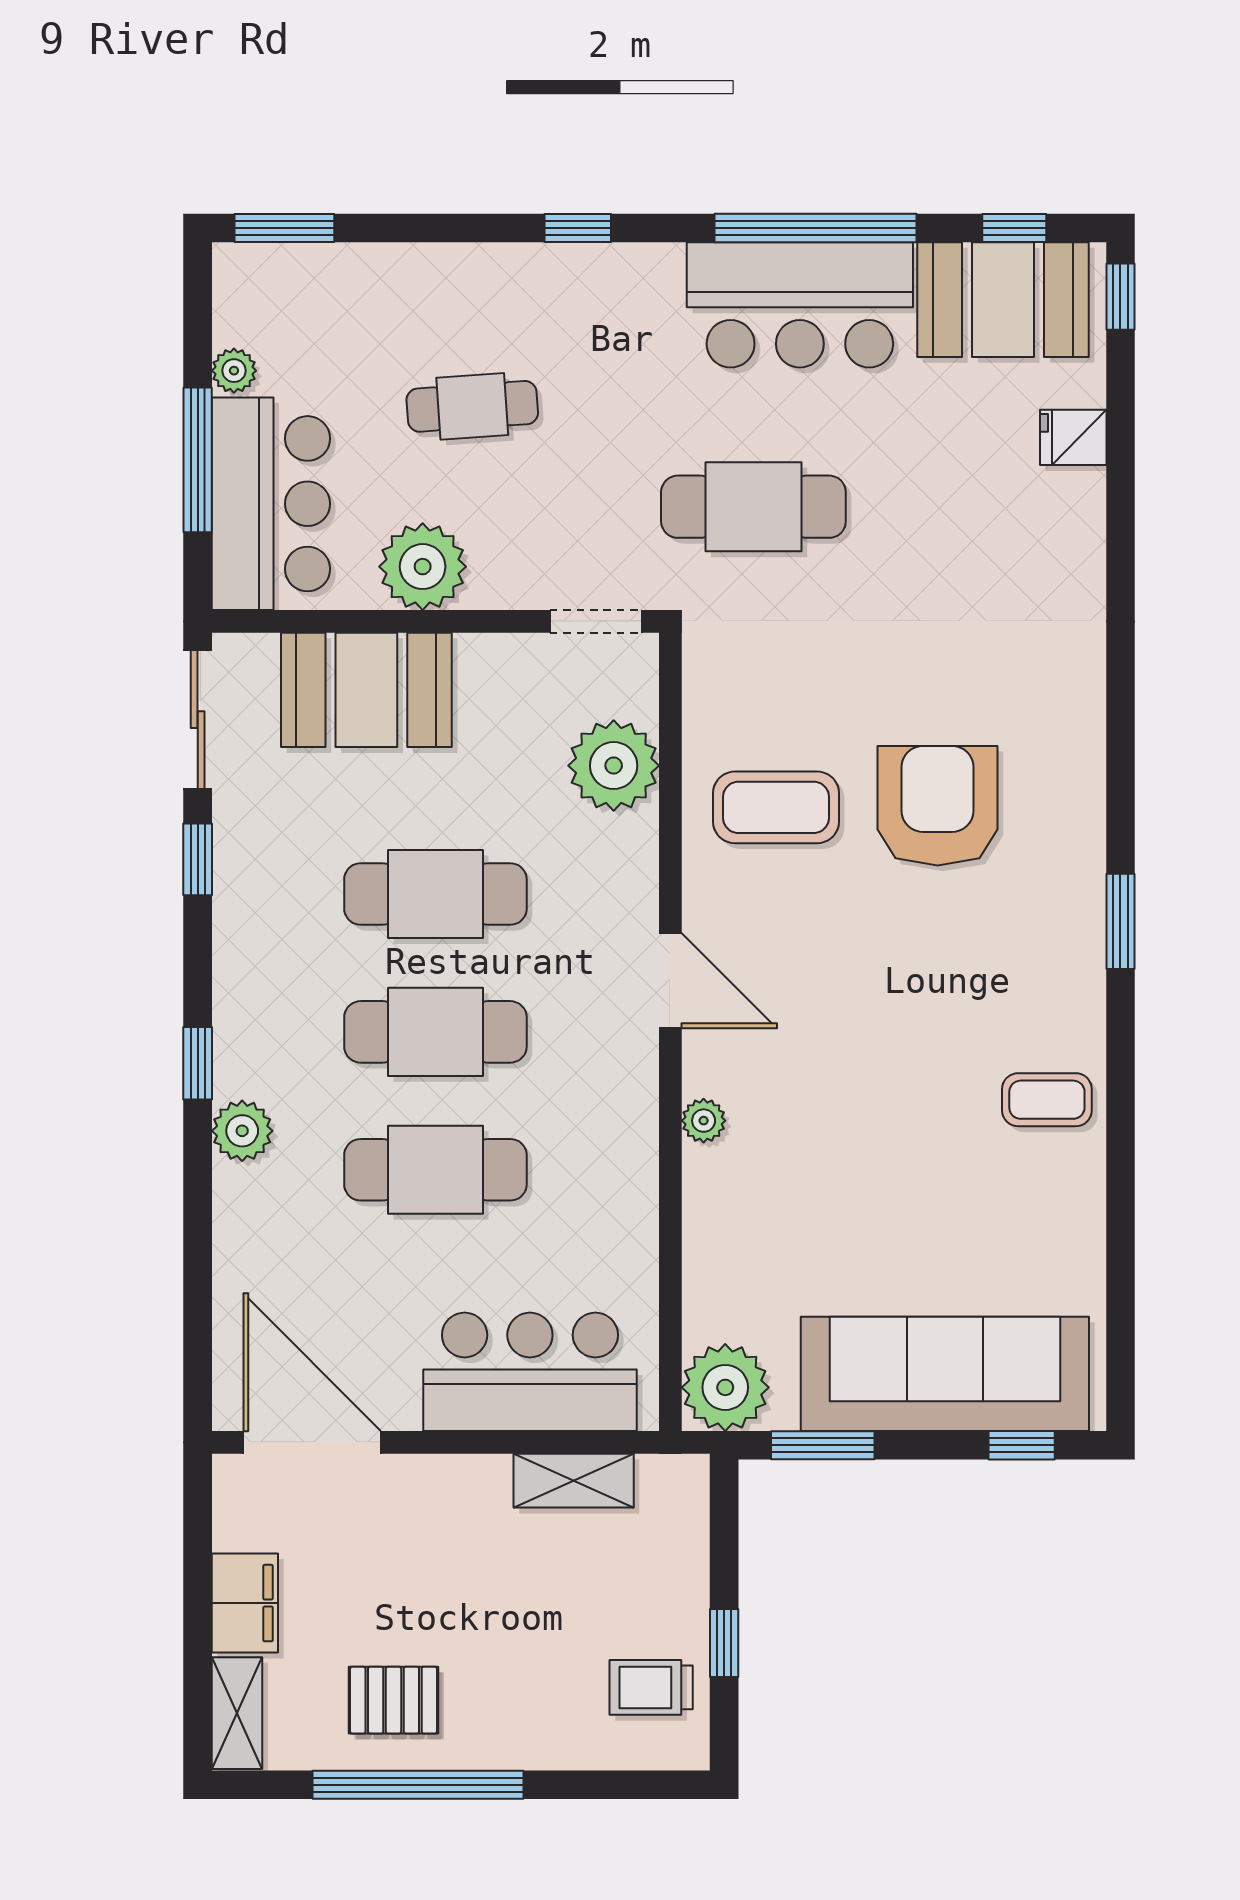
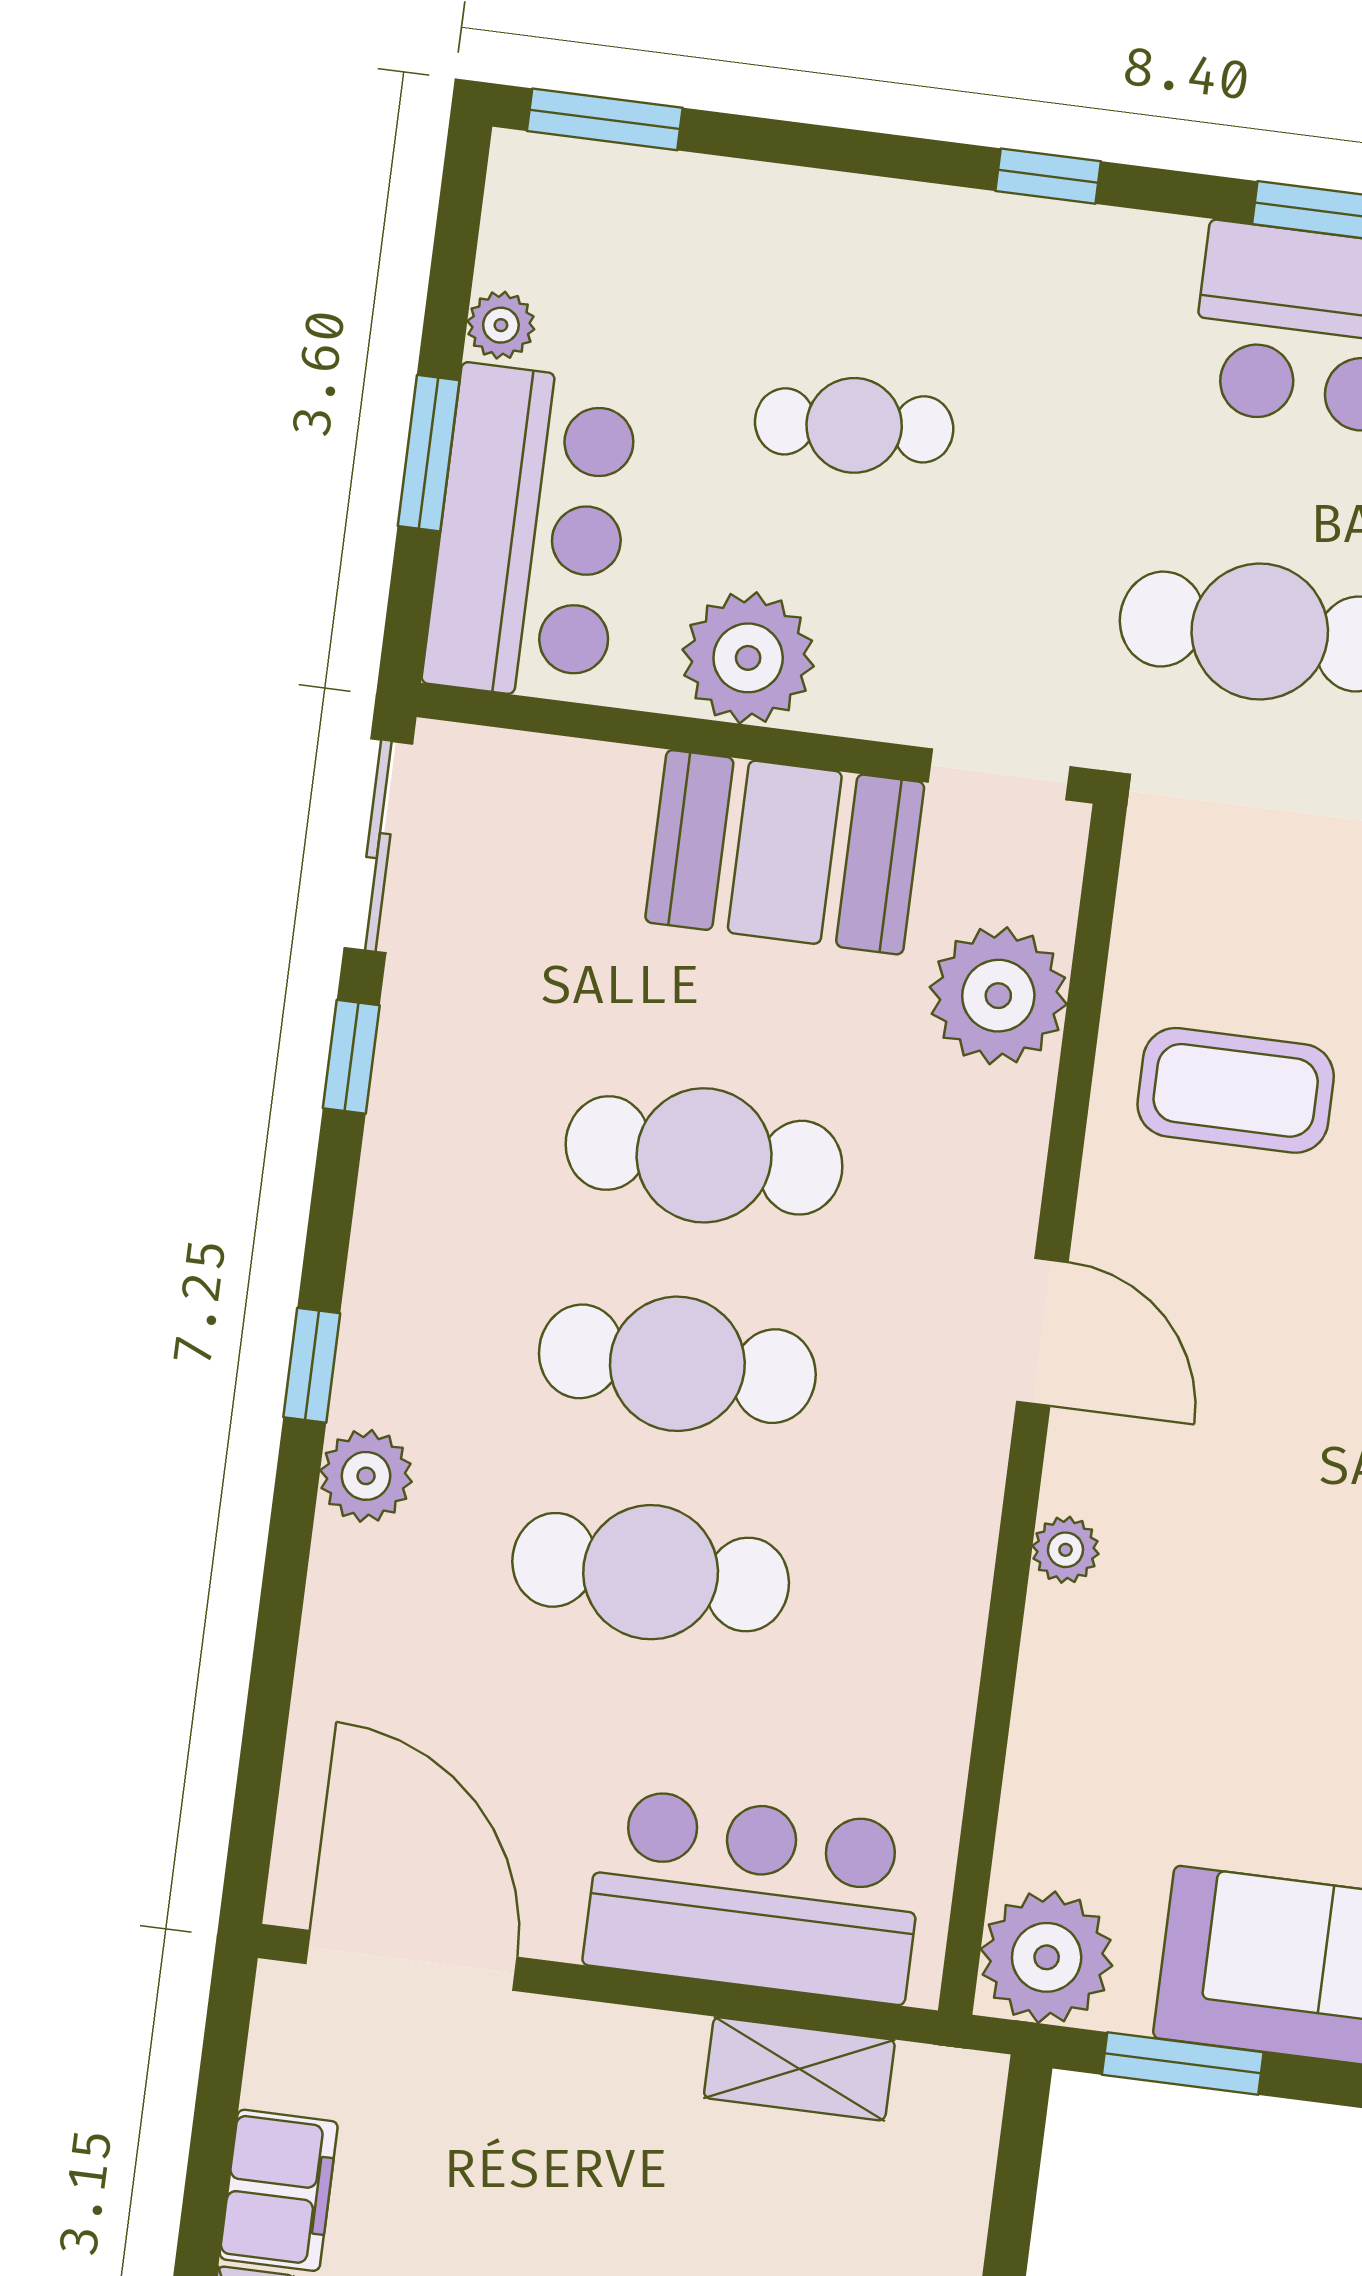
window: (198, 460) -> (429, 453), width x0.69
booth: (366, 690) -> (785, 852), moved

